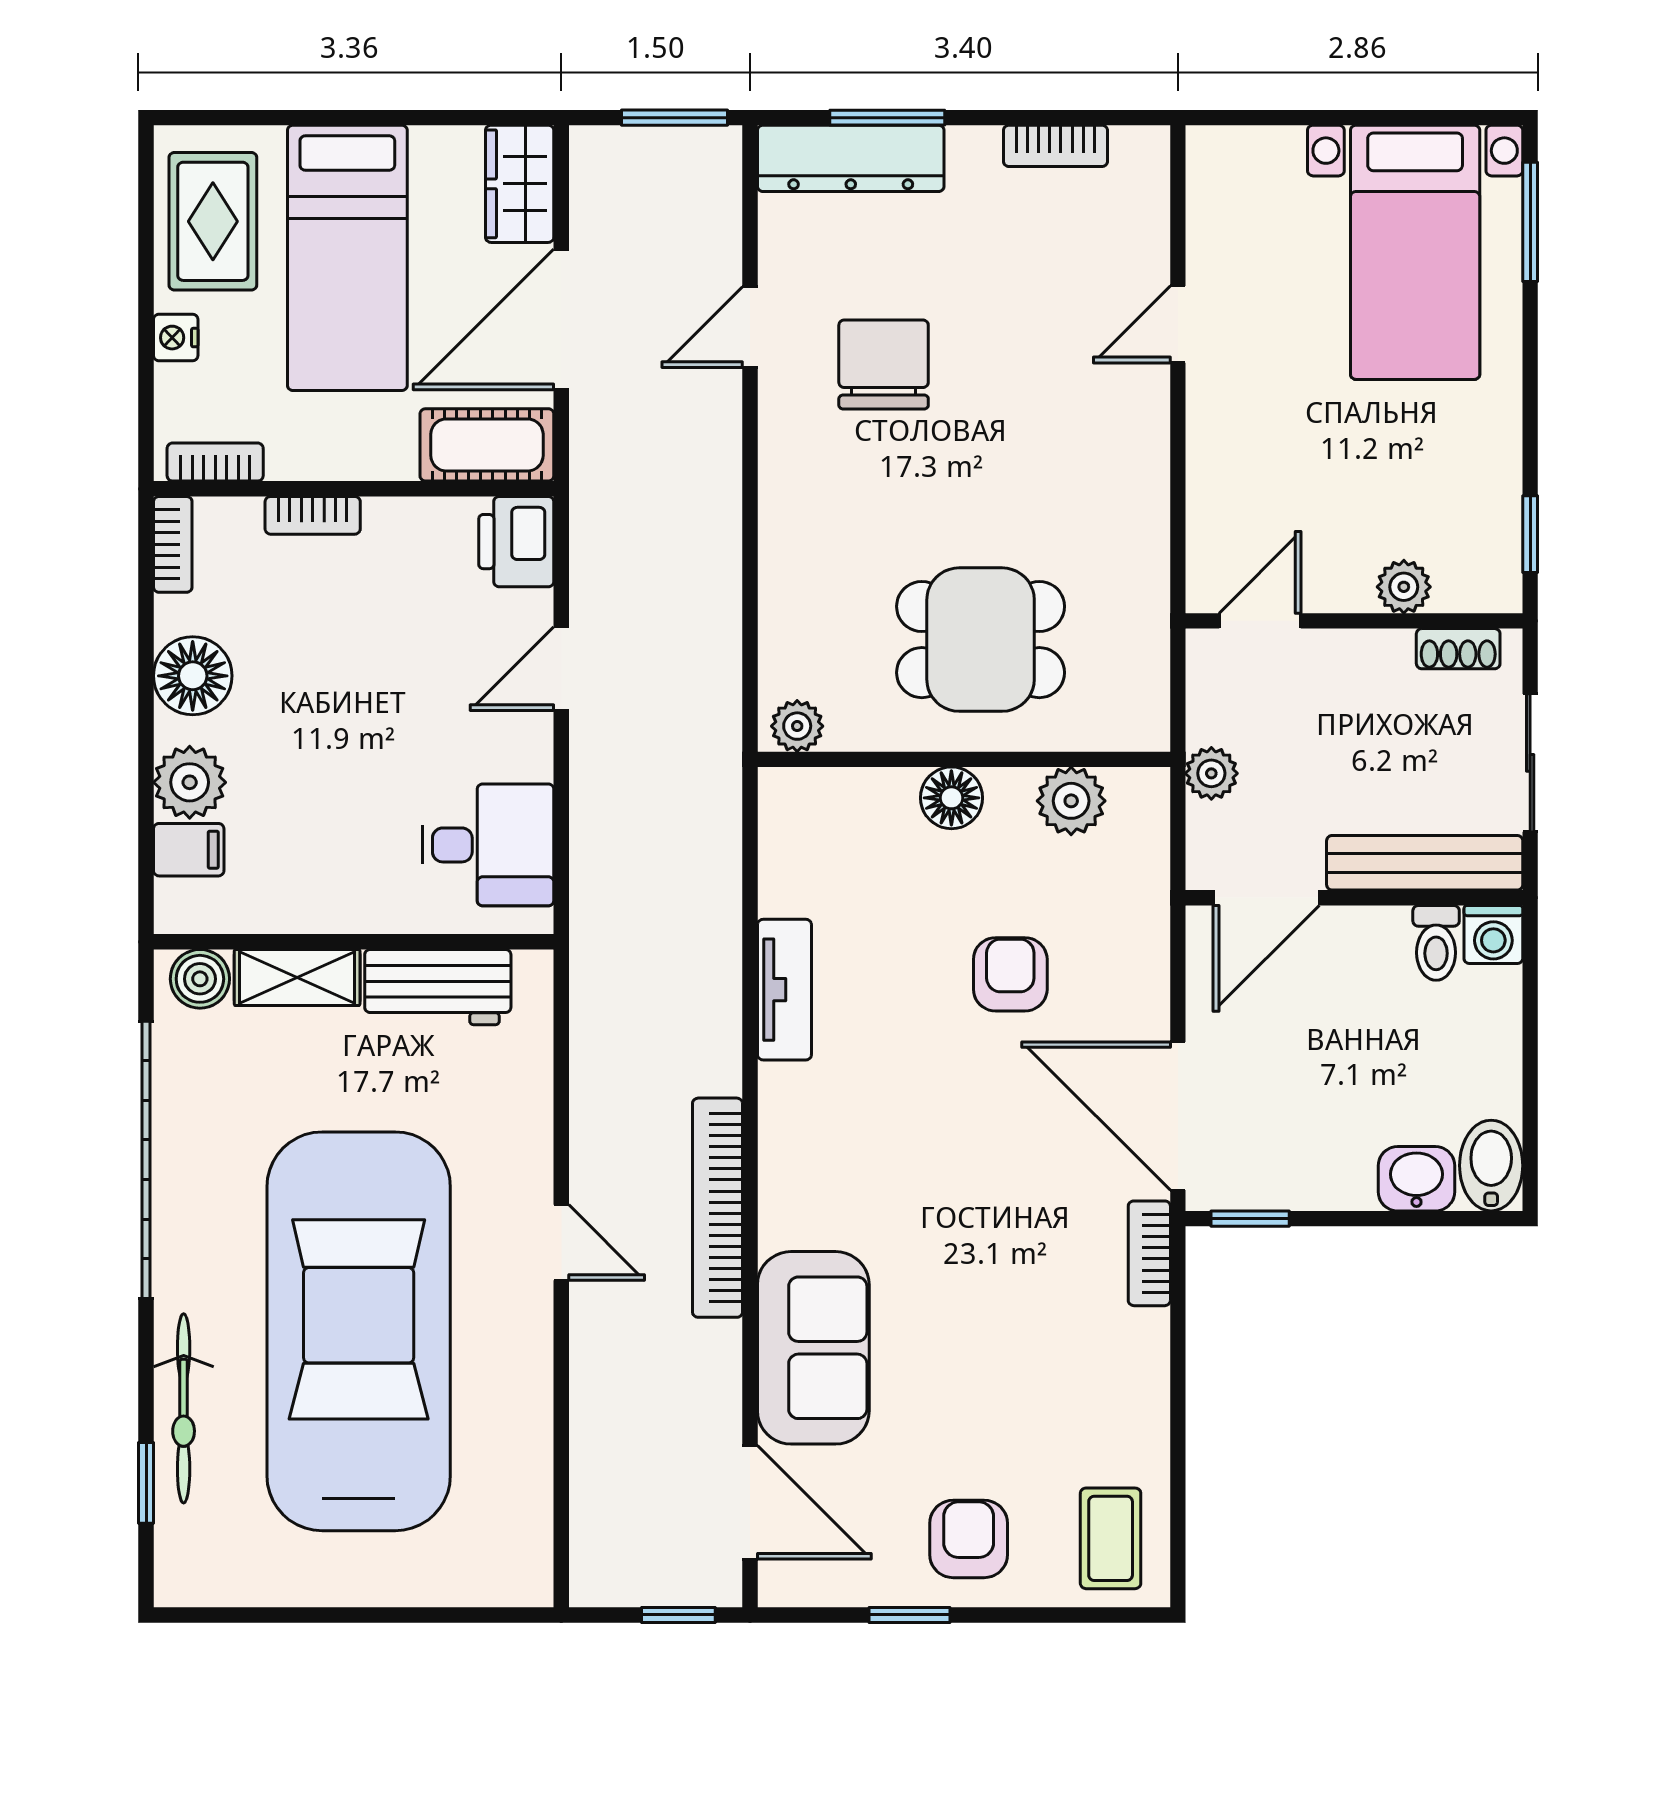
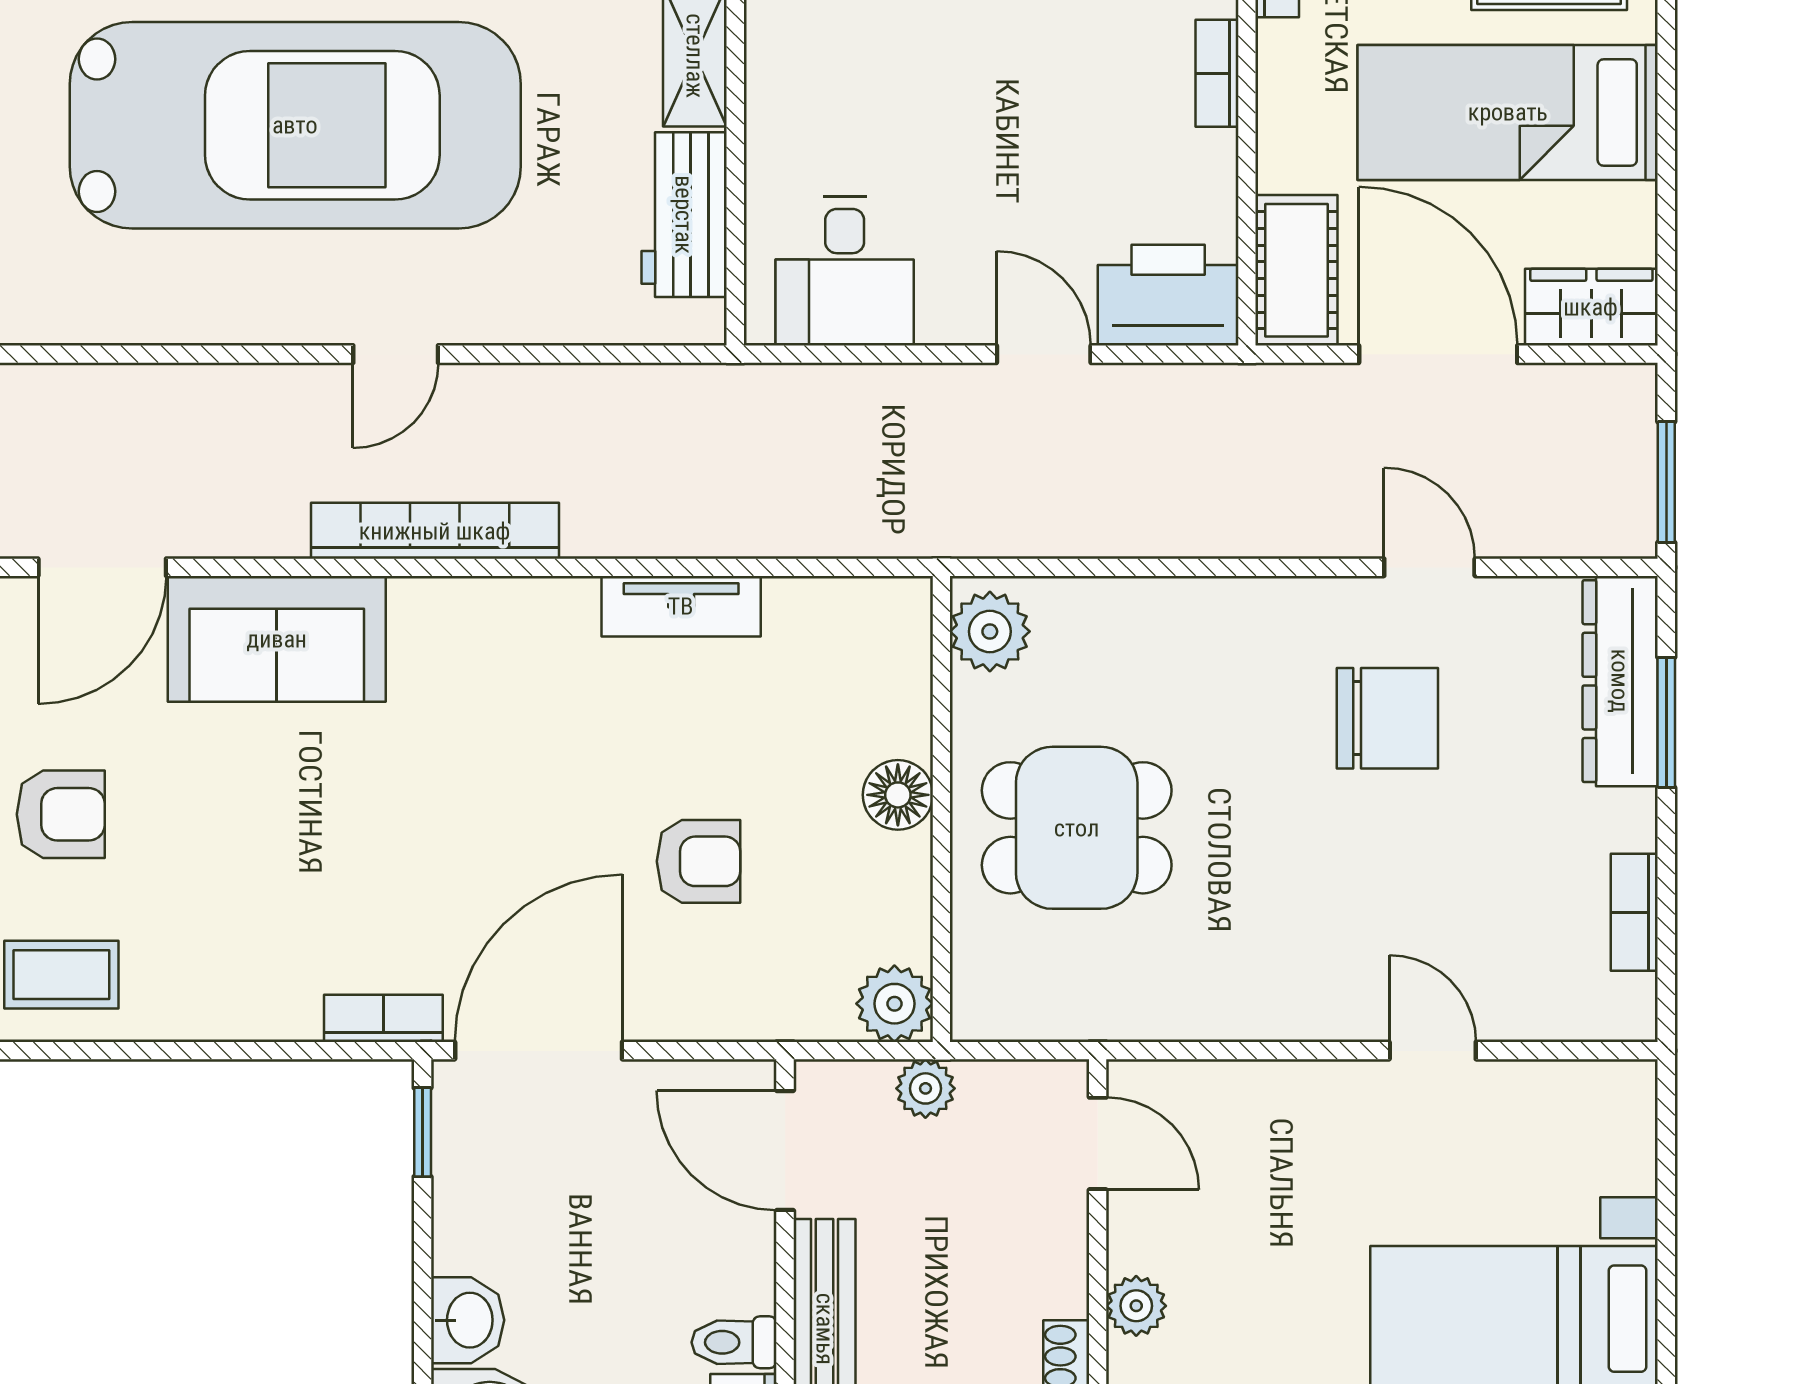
printer: (516, 542) -> (1168, 295), width x1.37, depth x1.19
dining table: (981, 640) -> (1077, 828), turned 90
plant: (797, 726) -> (990, 631), width x1.38, depth x1.38
plant: (1071, 801) -> (894, 1004), moved

